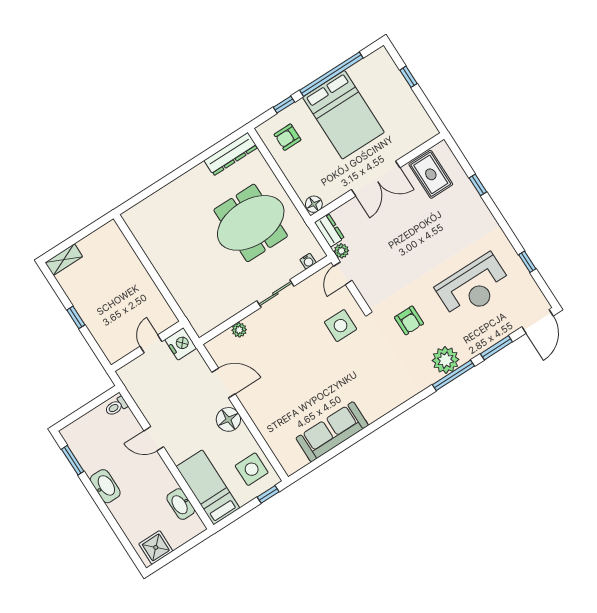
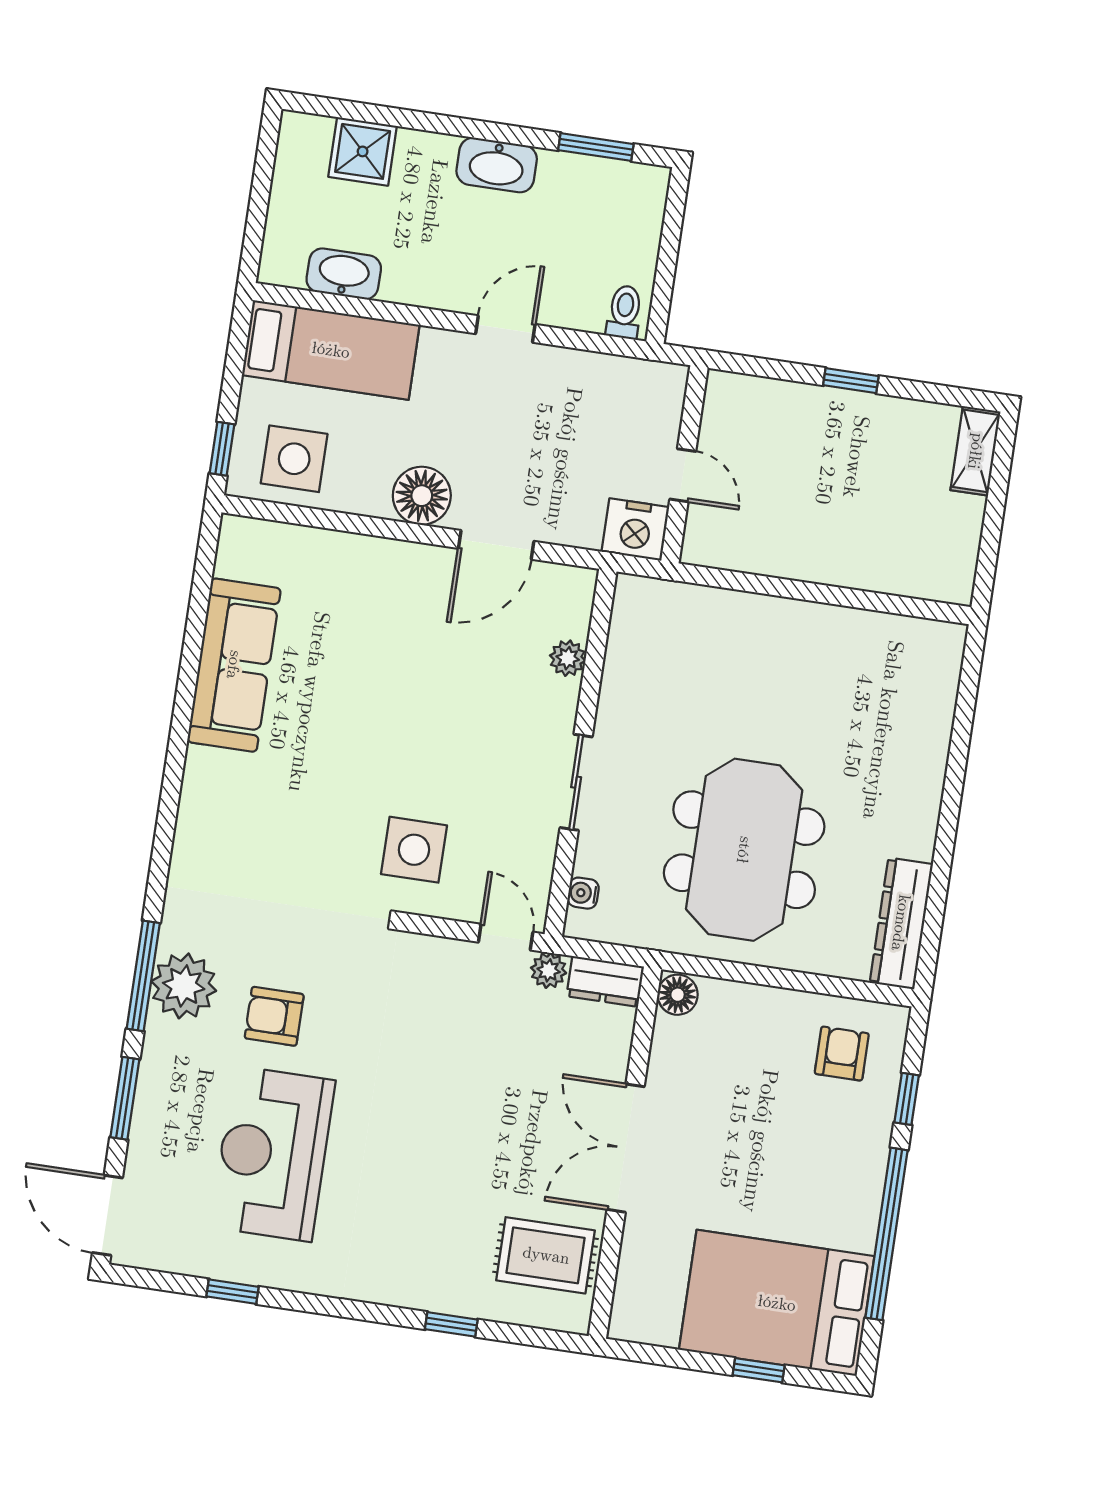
bed: (343, 115) -> (777, 1303), moved
armchair: (409, 320) -> (274, 1016), moved
shower: (156, 547) -> (363, 151), moved

